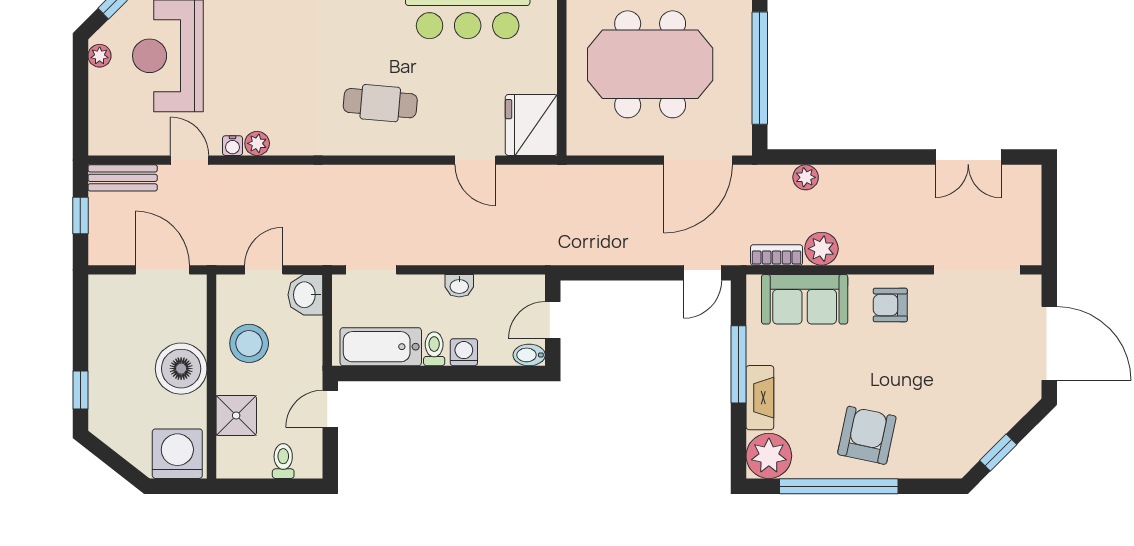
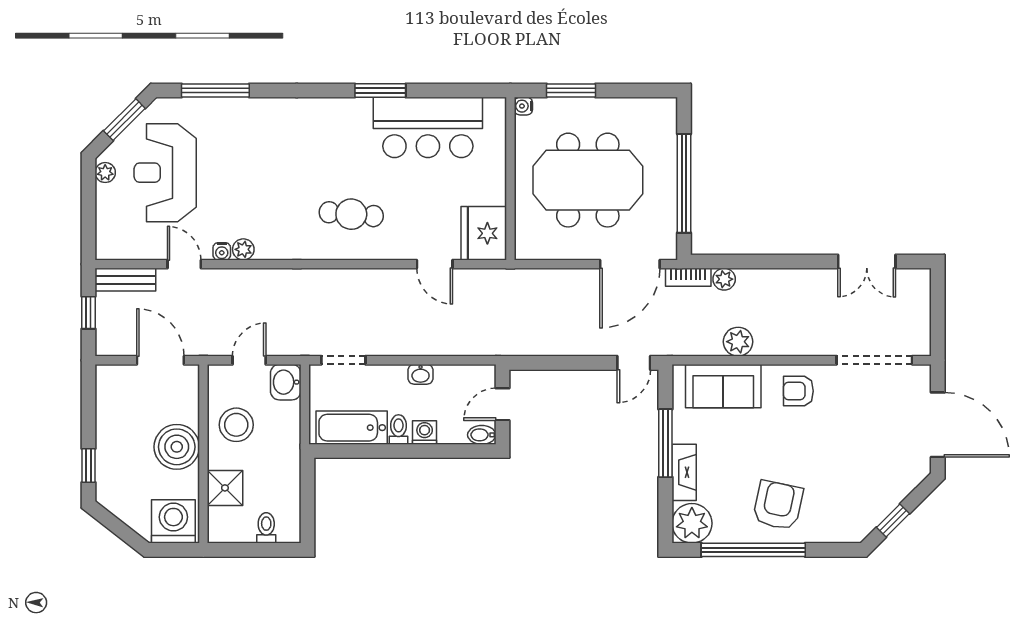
bookcase: (777, 255) -> (688, 277), moved, turned 180
door: (330, 409) -> (307, 482), removed

